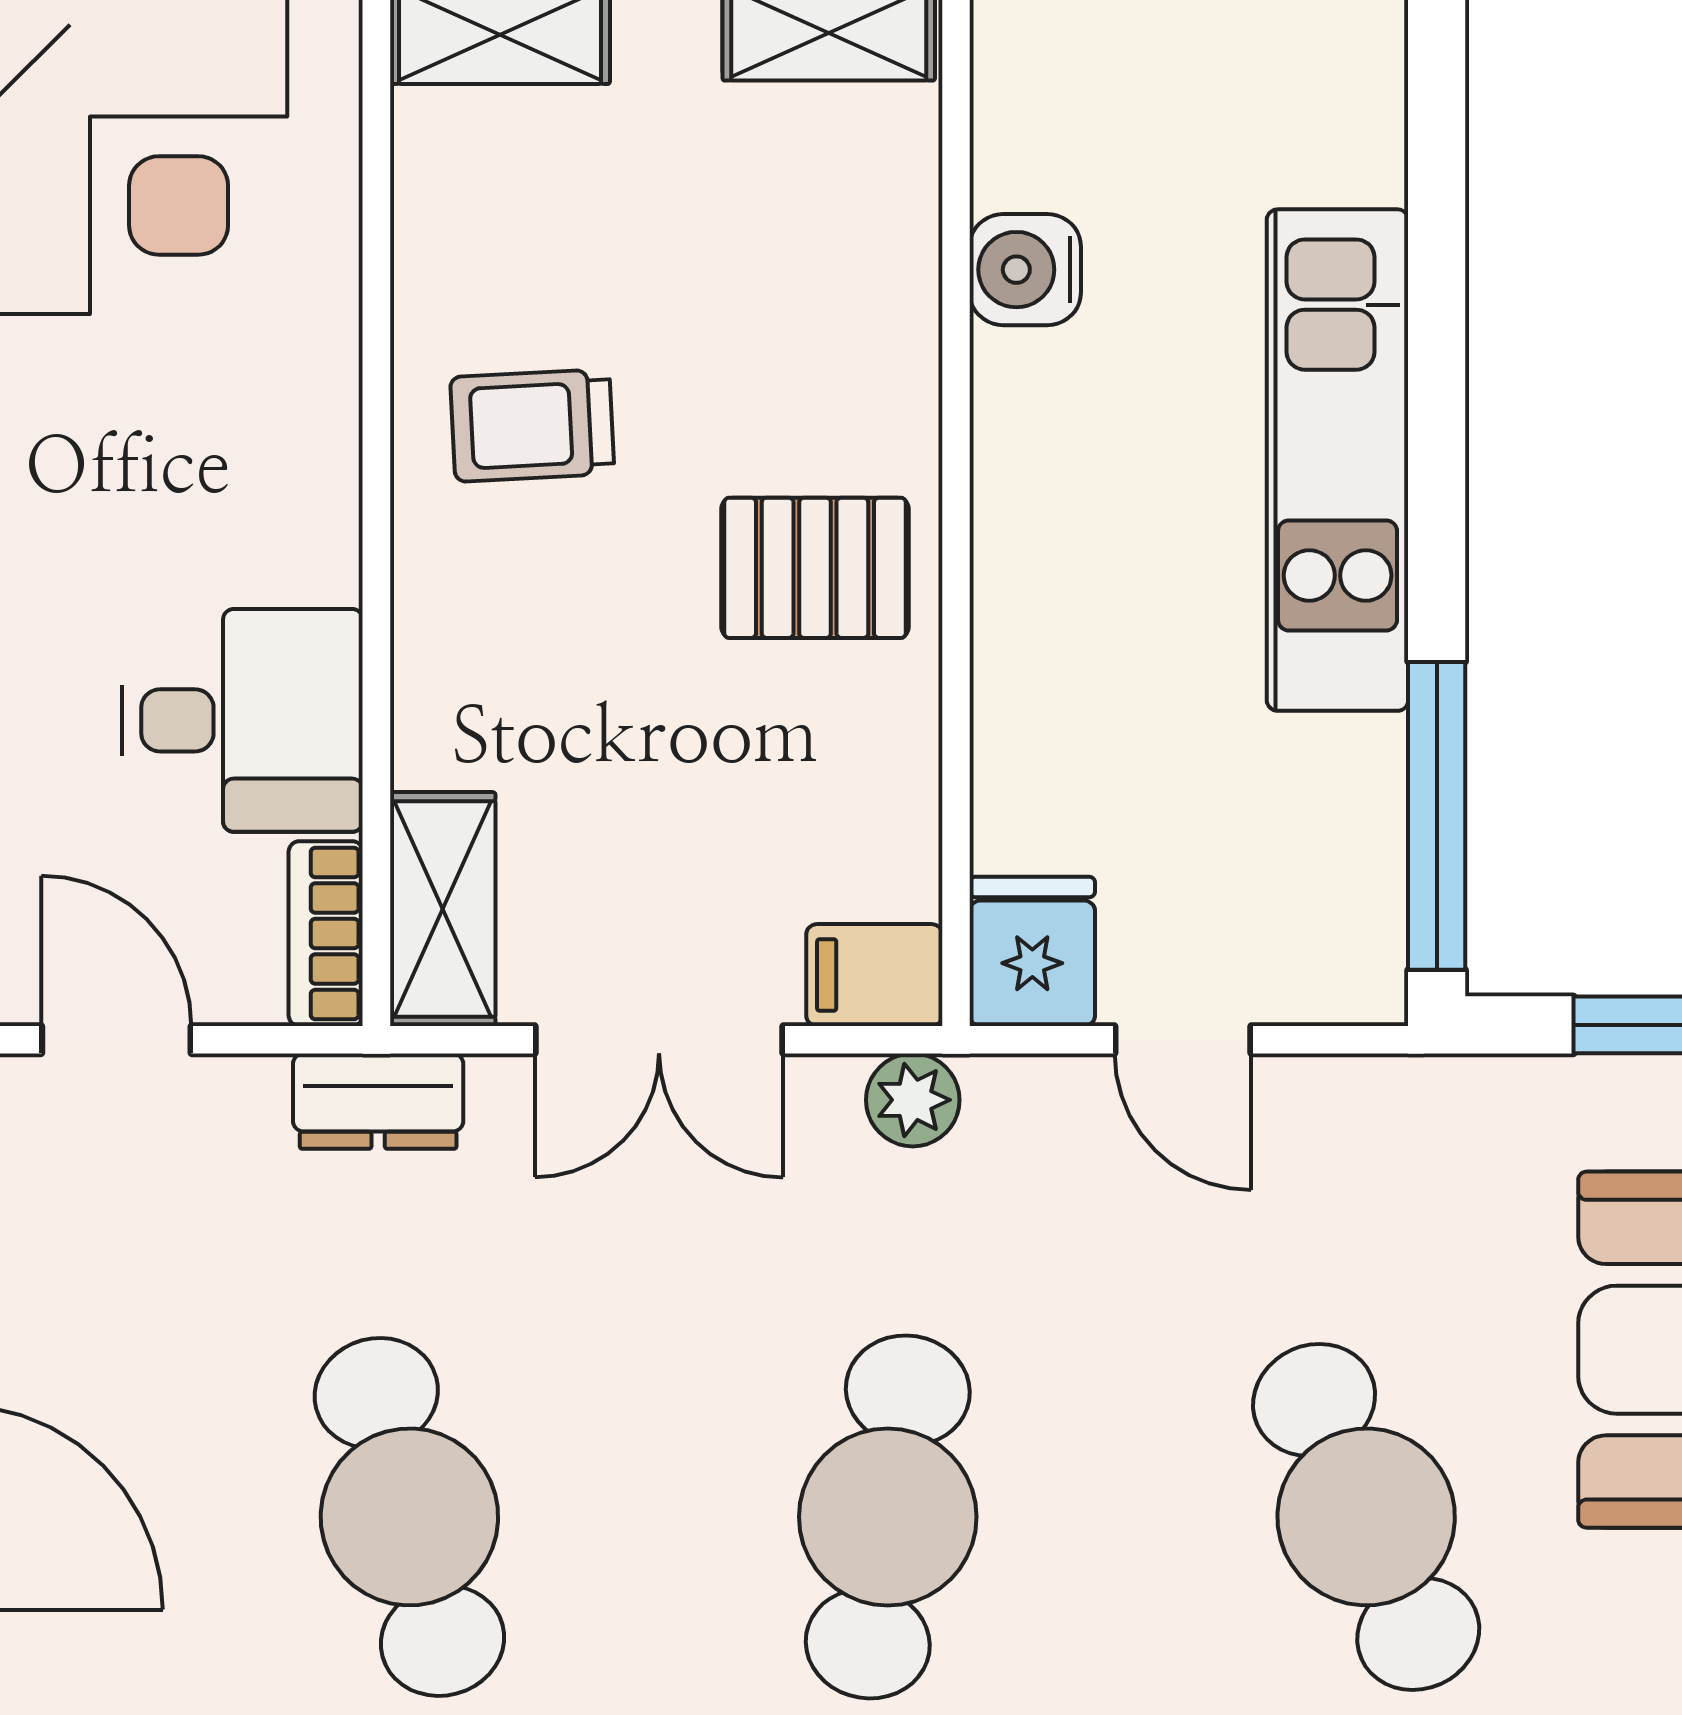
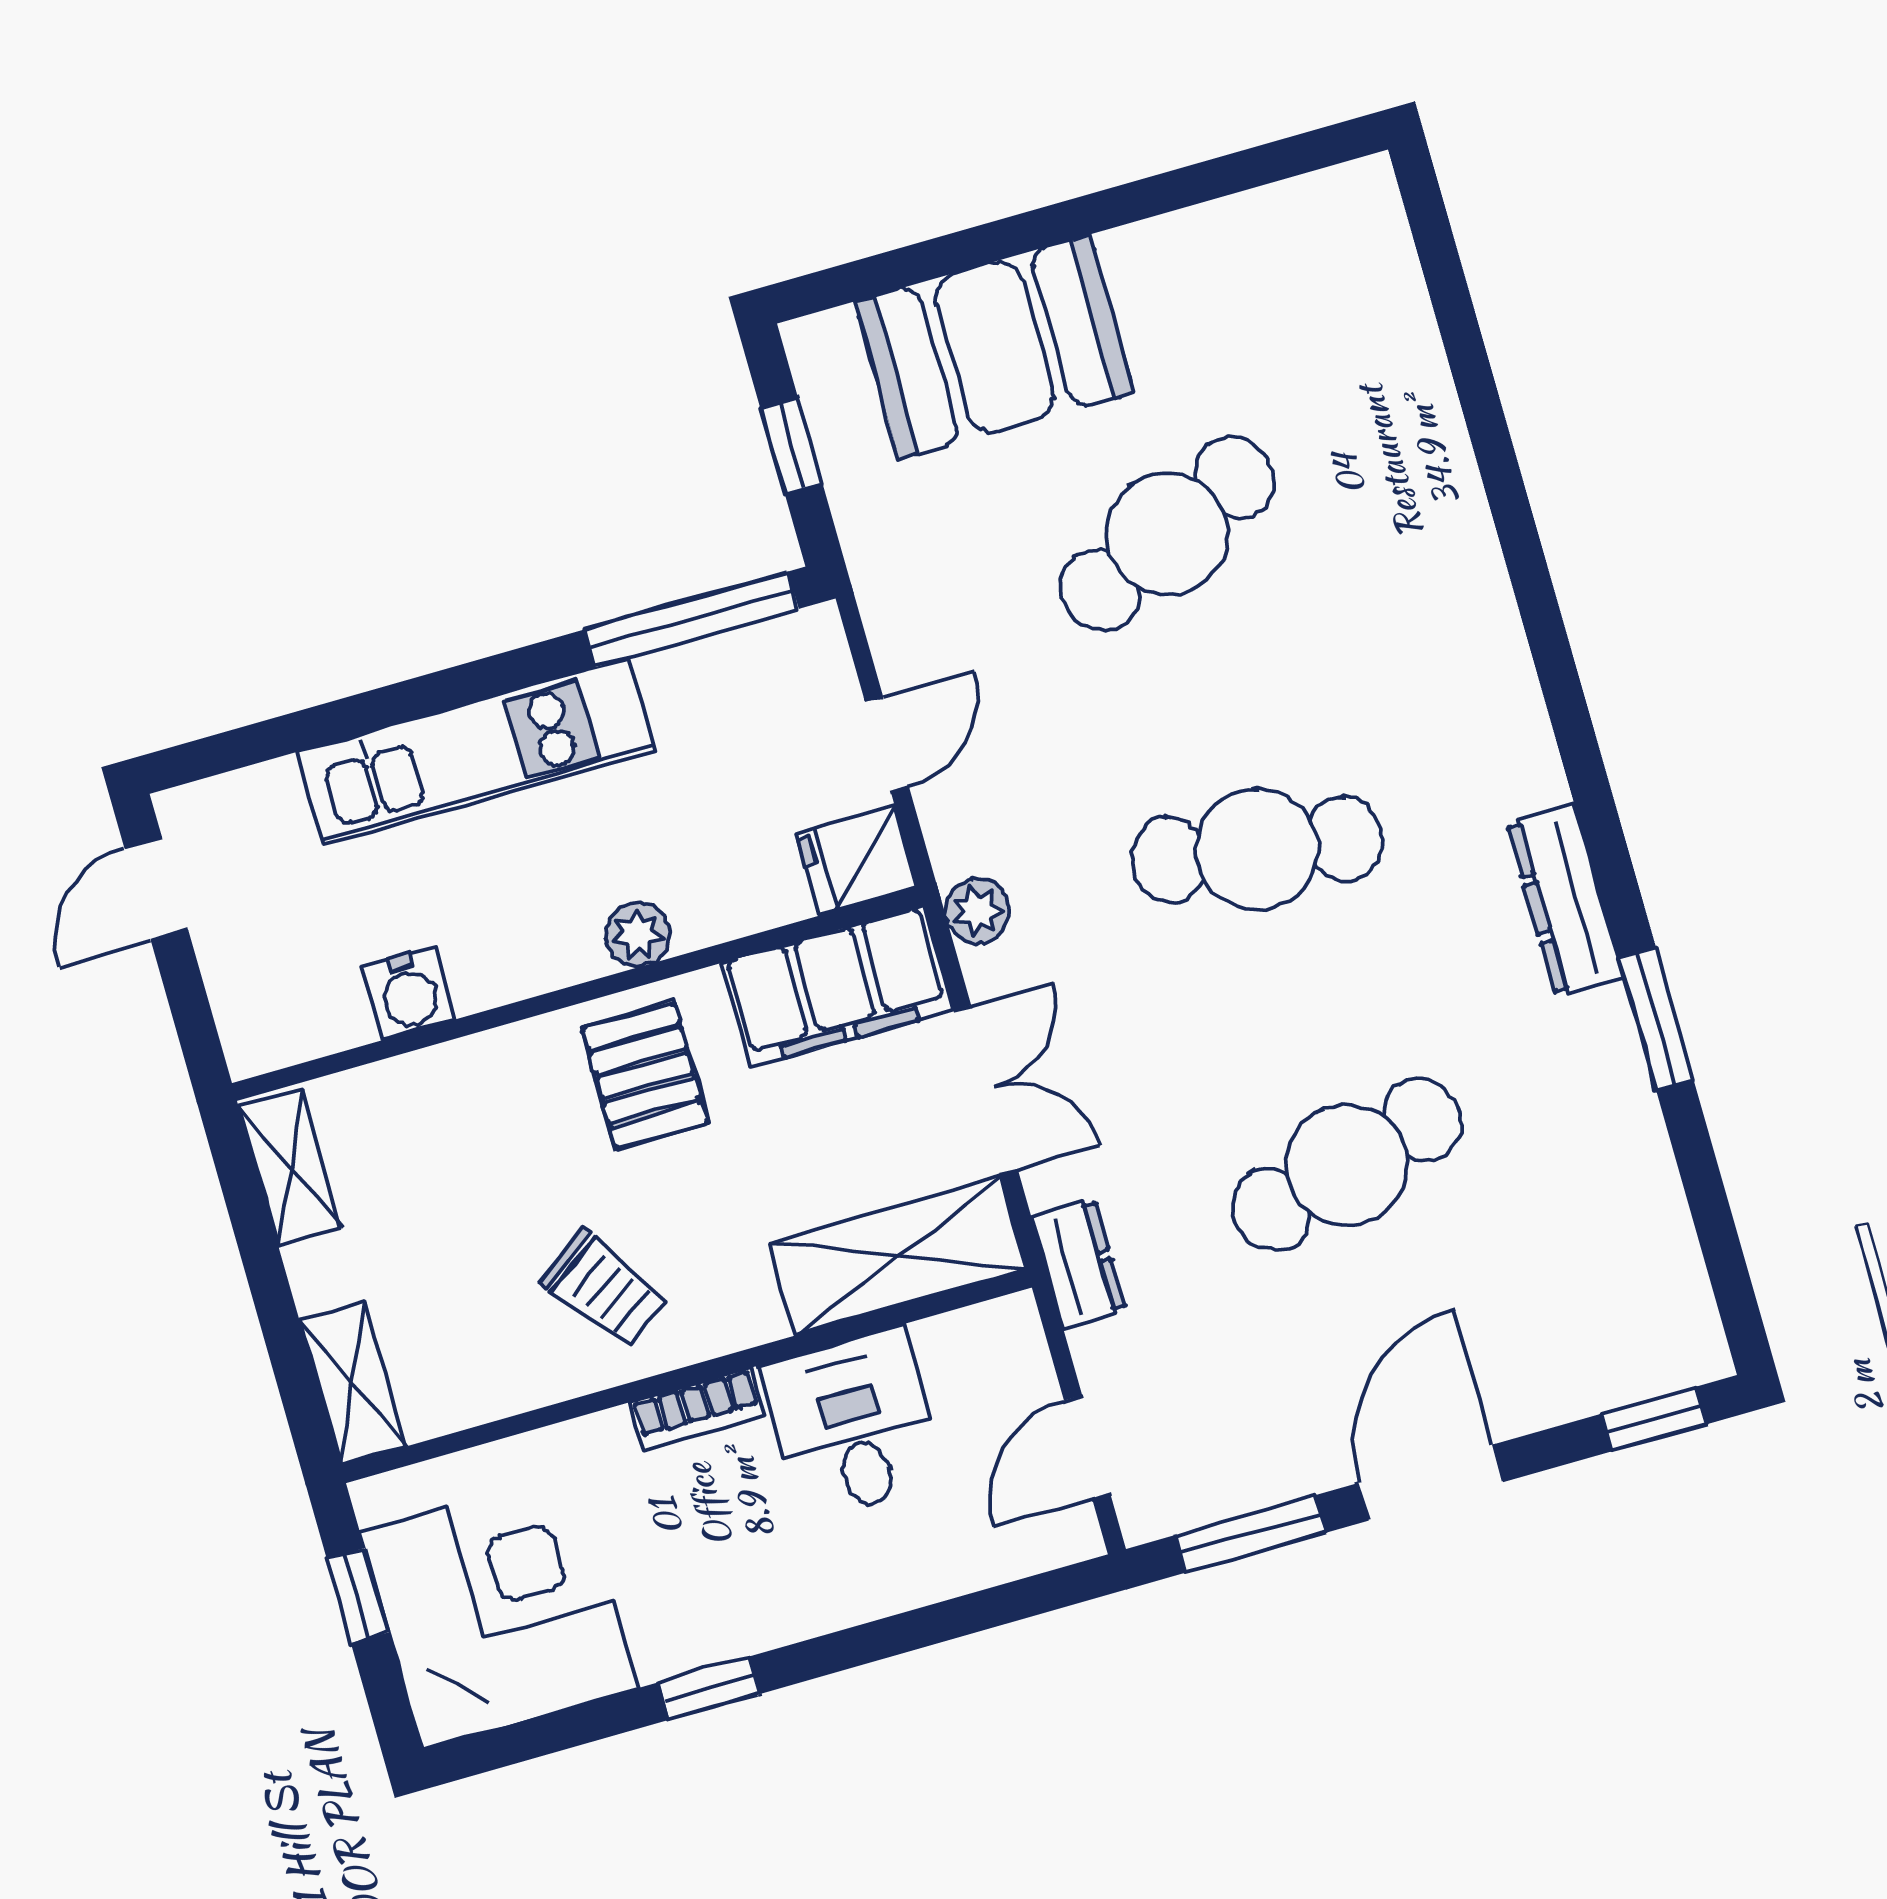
trolley: (532, 425) -> (604, 1289), turned -33
plant: (1016, 614) -> (638, 934), added
shelving: (443, 909) -> (898, 1256), width x1.50, depth x1.33
bookcase: (326, 934) -> (697, 1409), moved
filing cabinet: (874, 975) -> (837, 987), width x3.00, depth x1.17

